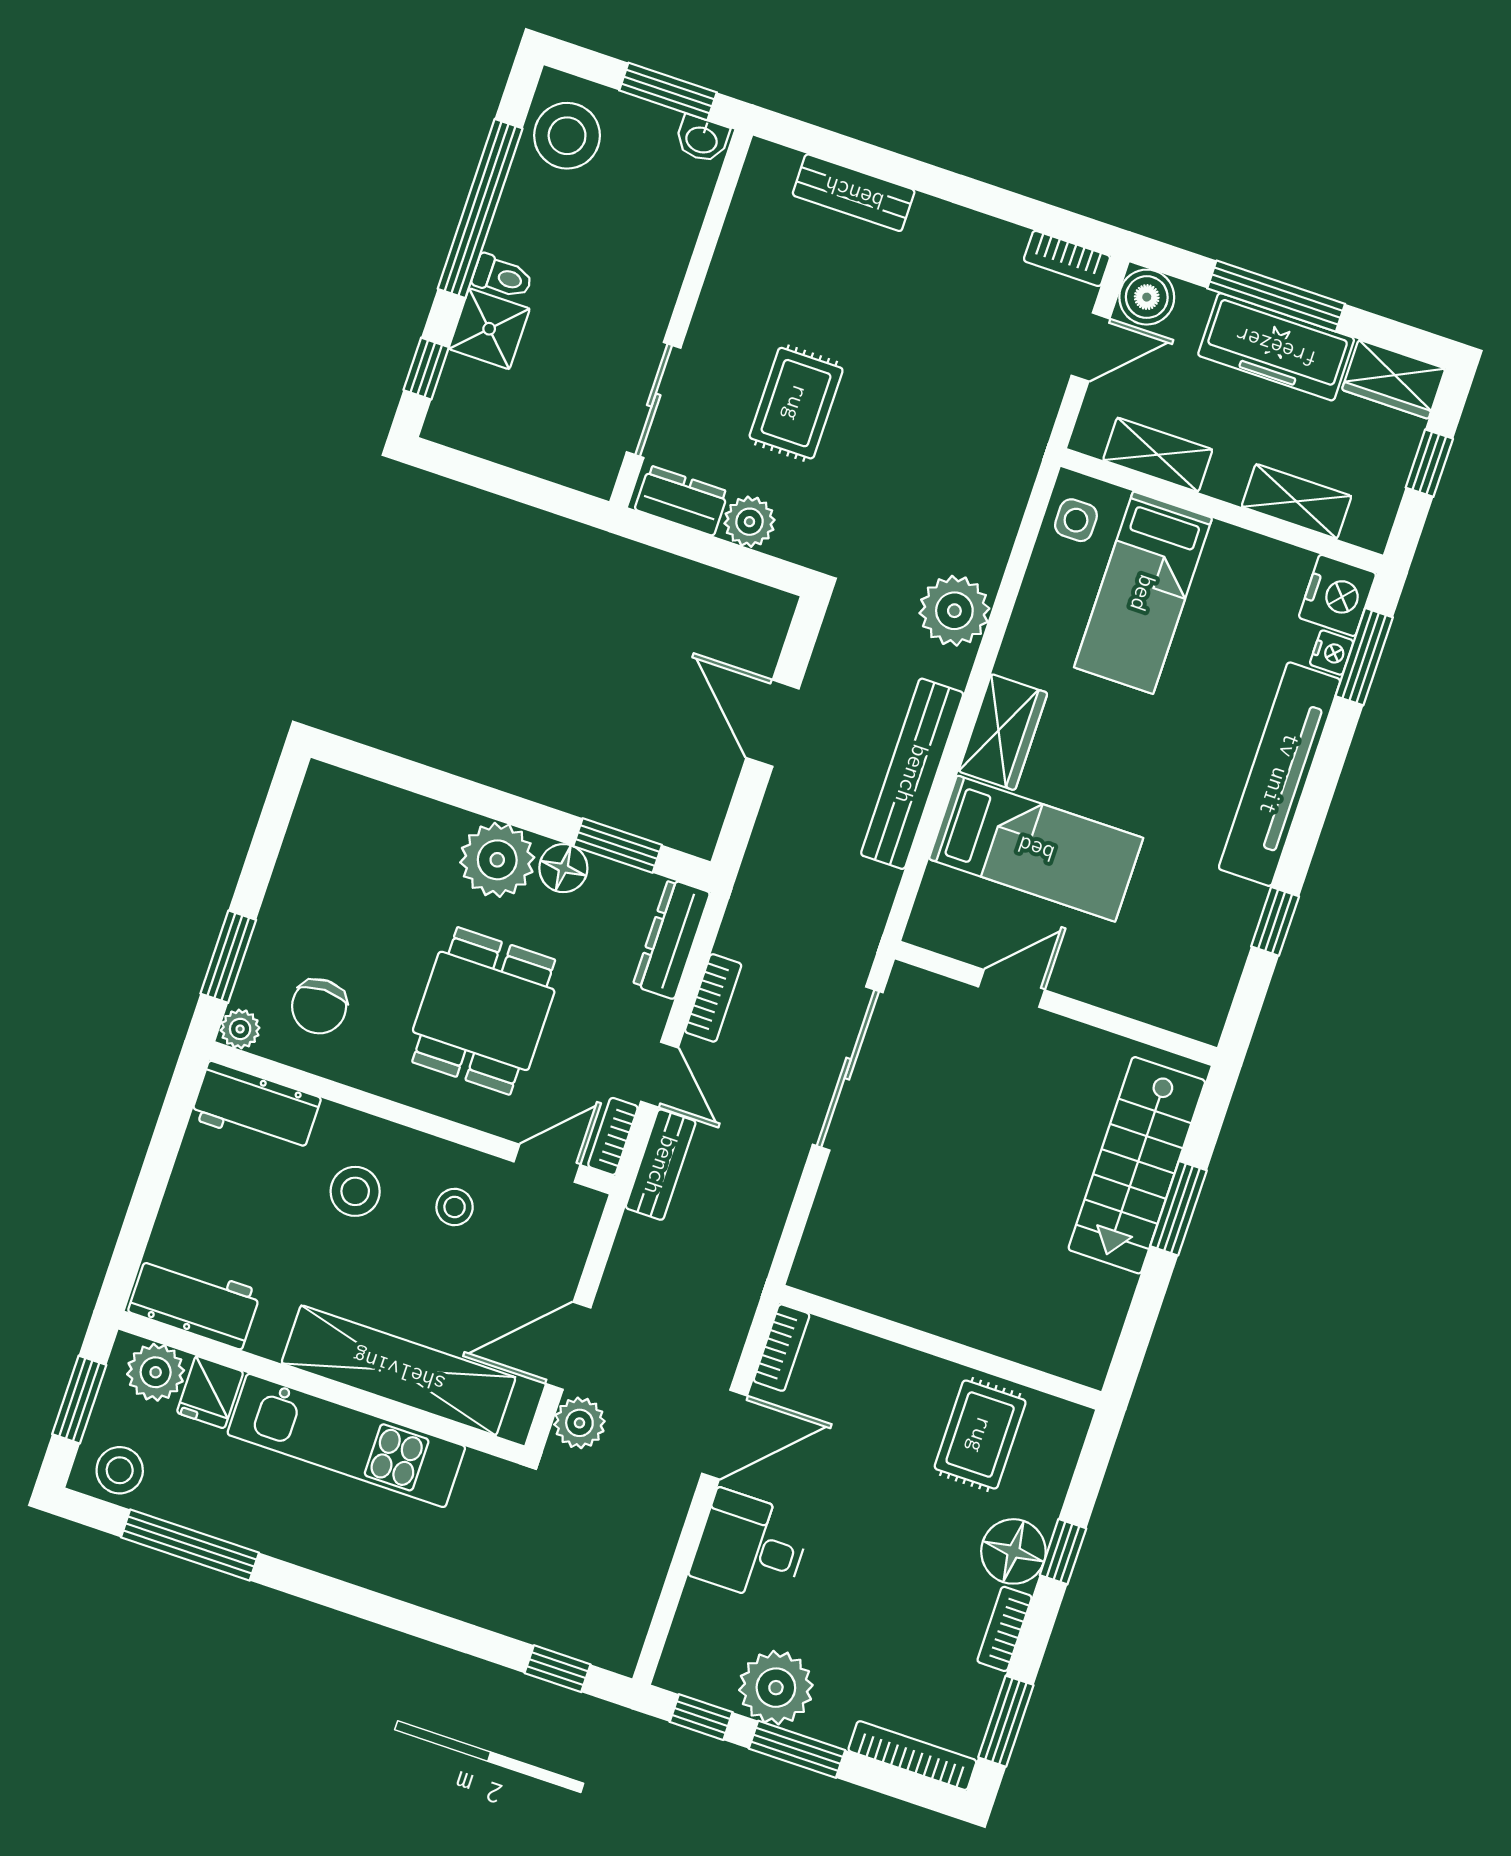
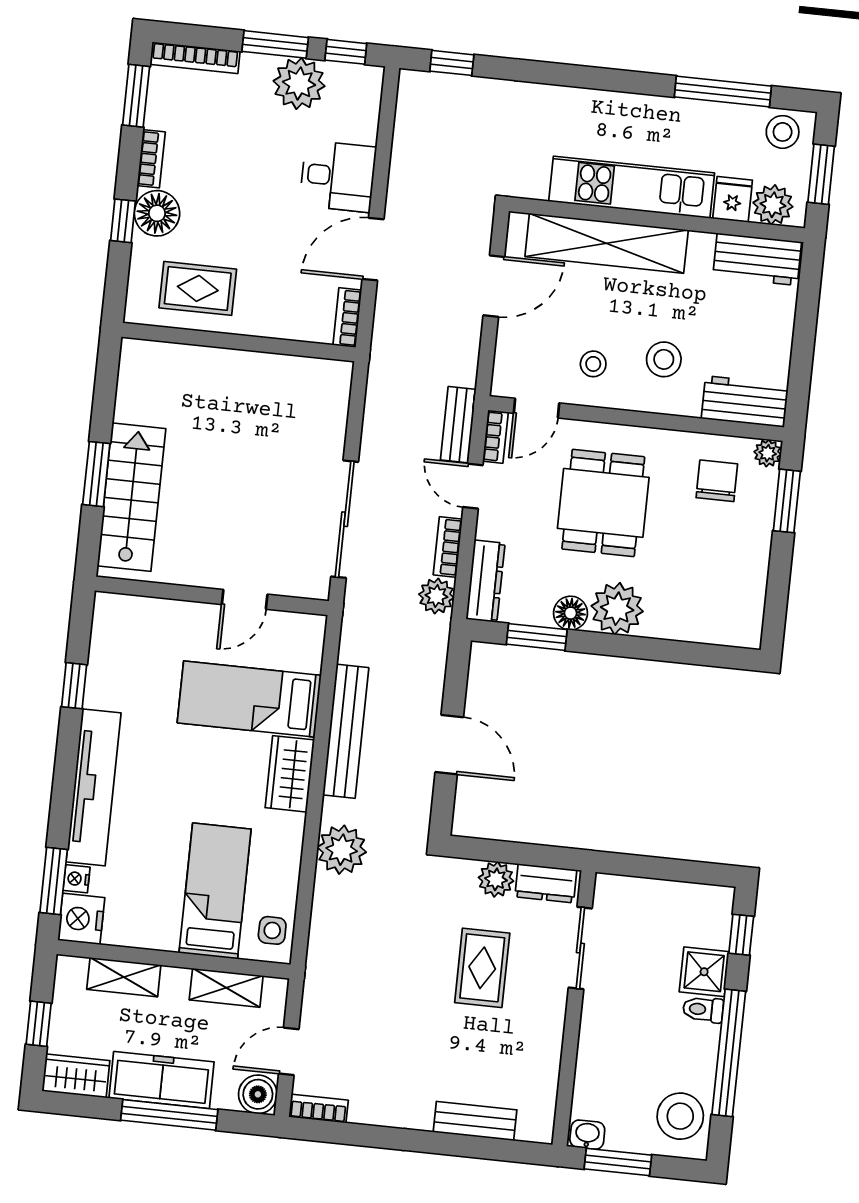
plant: (579, 1423) -> (436, 596), moved
rug: (980, 1435) -> (198, 288), turned 90

